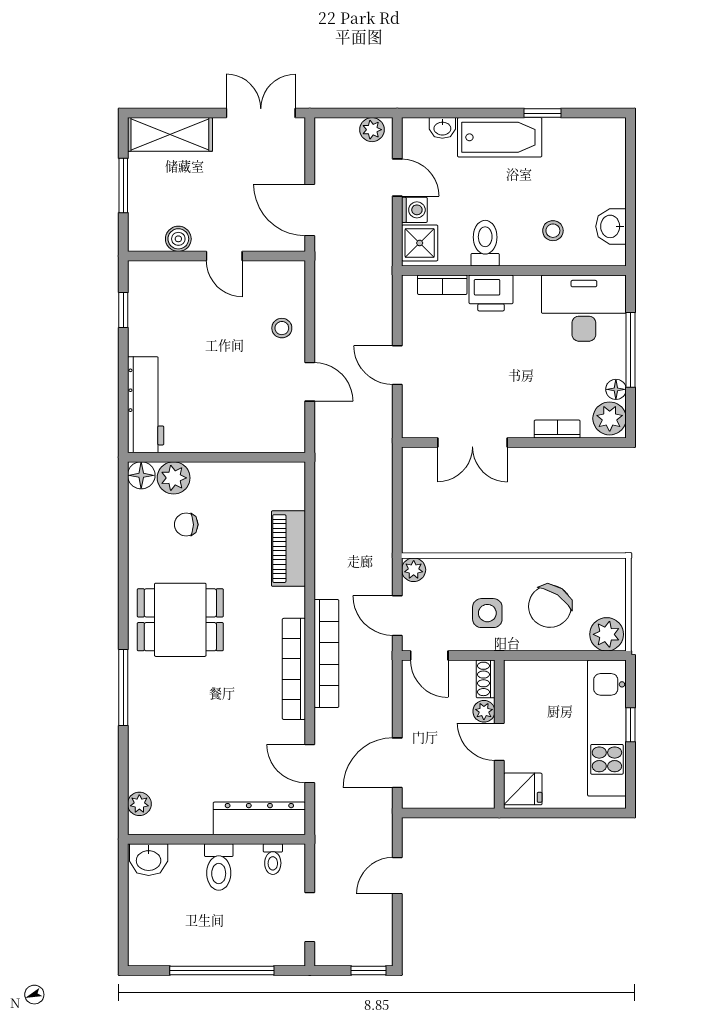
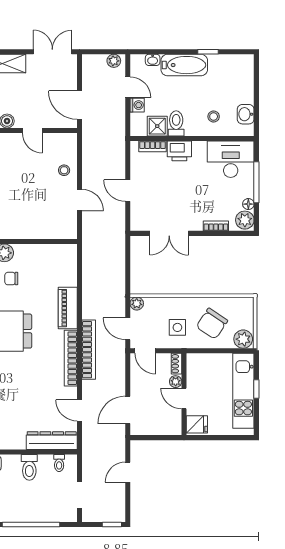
shower: (420, 243) -> (157, 126), moved
piano: (288, 549) -> (68, 308), moved

